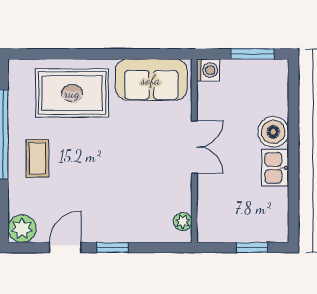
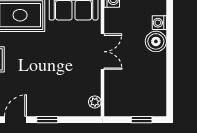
washing machine: (278, 104) -> (159, 23), added
kitchen sink: (275, 168) -> (157, 66), removed

